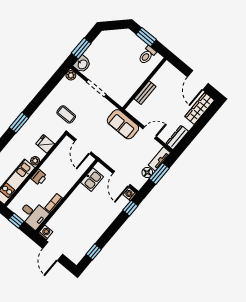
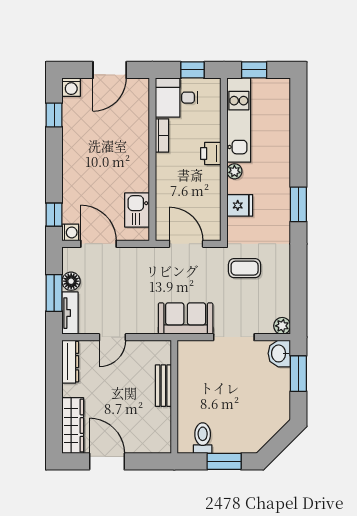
sofa: (123, 124) -> (186, 319), moved
washing machine: (46, 232) -> (71, 87), moved
door: (53, 251) -> (110, 70), swing flipped

